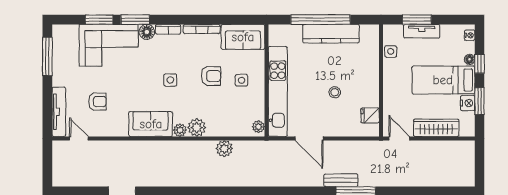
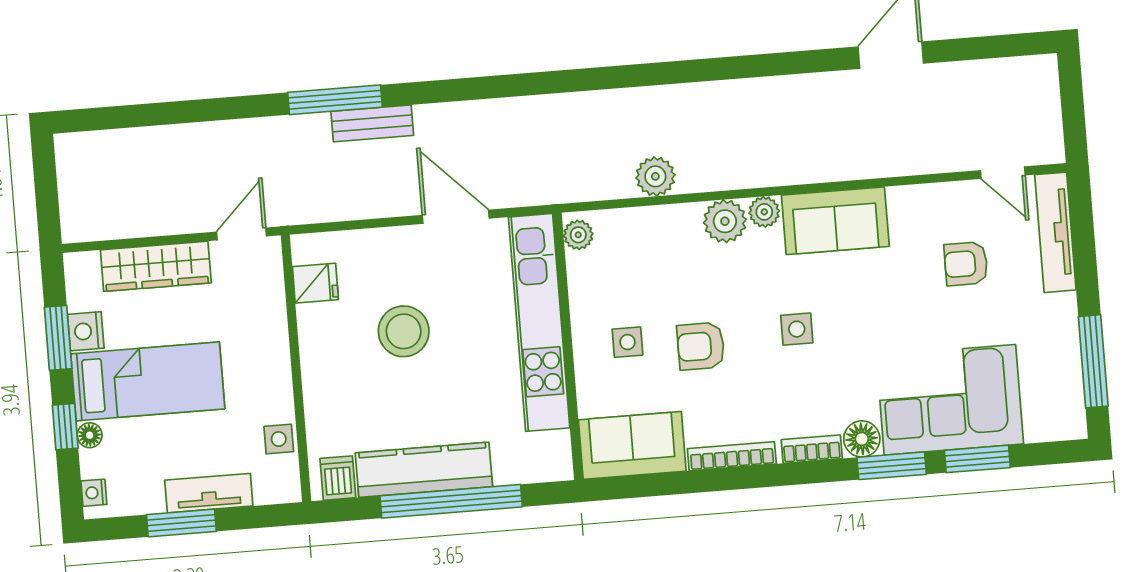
window: (417, 20) -> (181, 523), moved
dishwasher: (367, 33) -> (338, 478), added
stool: (335, 92) -> (404, 331), width x1.89, depth x1.89
door: (399, 138) -> (241, 234), swing flipped

